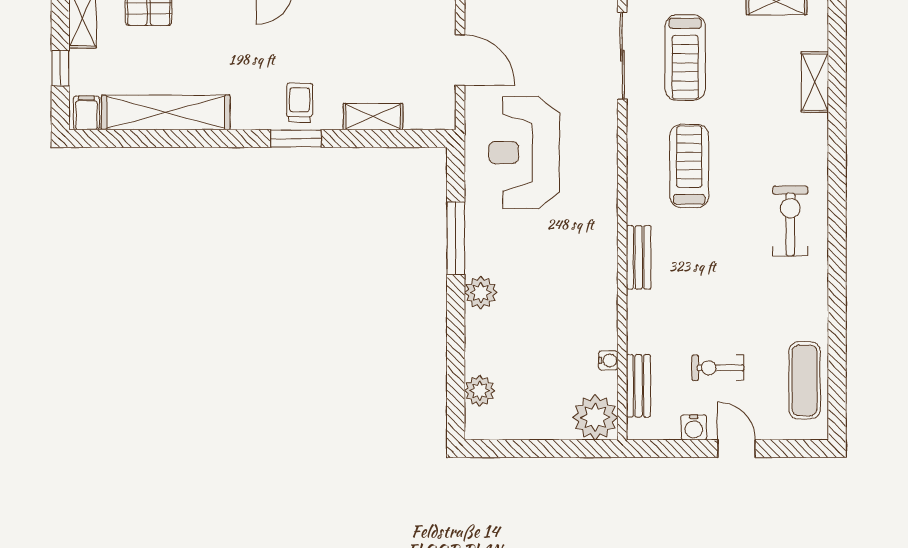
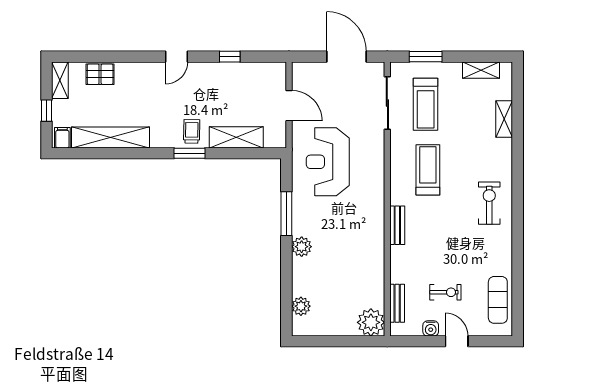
shelving: (373, 117) -> (236, 137), width x1.50, depth x1.33
water cooler: (608, 360) -> (379, 288), removed
exercise bike: (718, 368) -> (445, 292), turned 180

